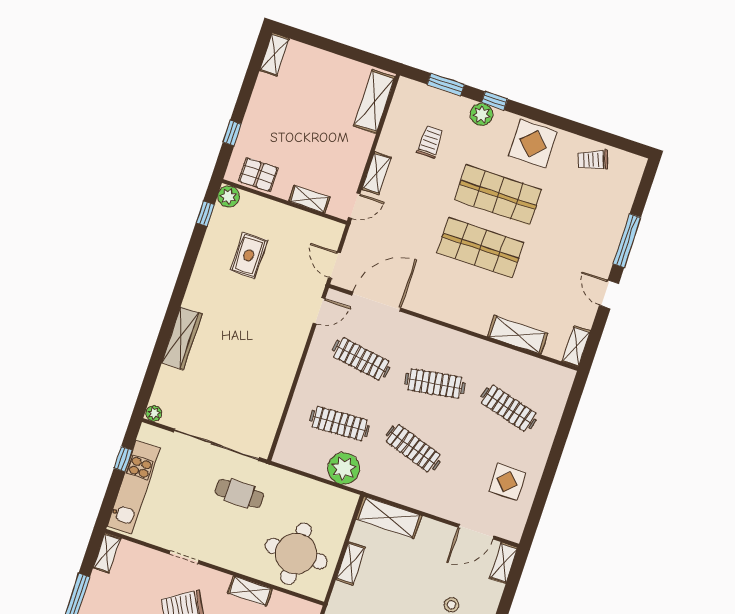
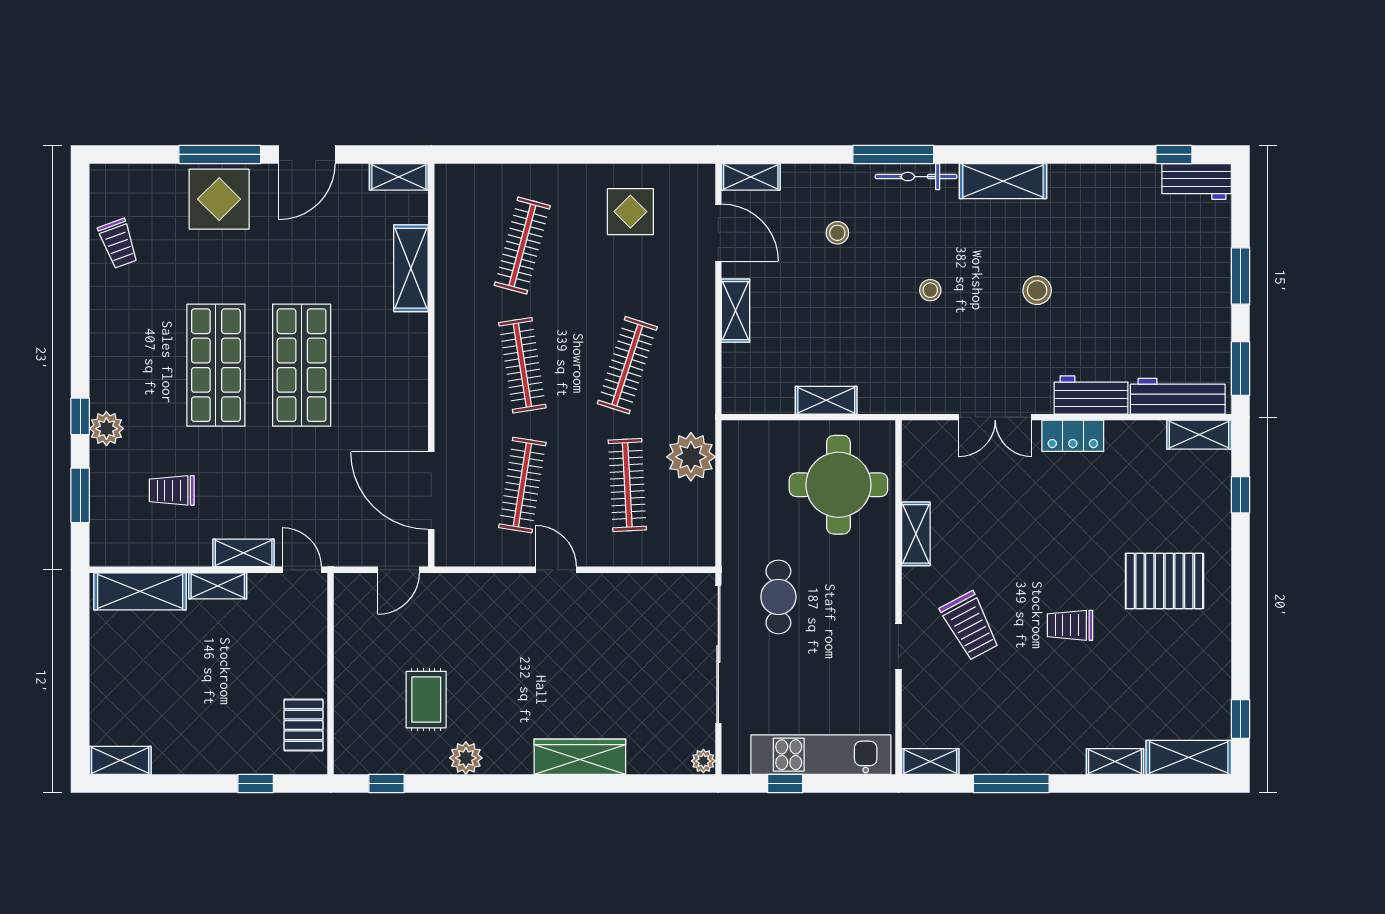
display table: (533, 144) -> (219, 199), moved
plant: (229, 196) -> (466, 758), moved
shelving: (309, 199) -> (218, 586), moved, turned 90
rug: (249, 255) -> (426, 700), turned 90
door: (609, 294) -> (307, 154), width x1.38
door: (319, 311) -> (556, 570), moved
shelving: (389, 517) -> (736, 311), moved, width x0.67, depth x0.75

